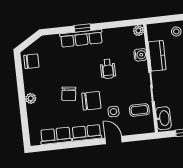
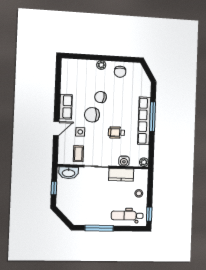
window: (82, 28) -> (153, 117), width x2.17
row of seats: (81, 38) -> (144, 121), width x1.36
chair: (31, 61) -> (120, 72), moved
chair: (91, 101) -> (92, 115), turned 90
row of seats: (56, 136) -> (67, 81), removed

